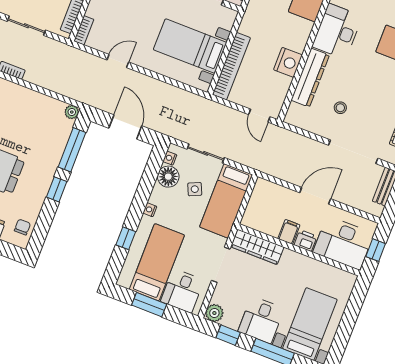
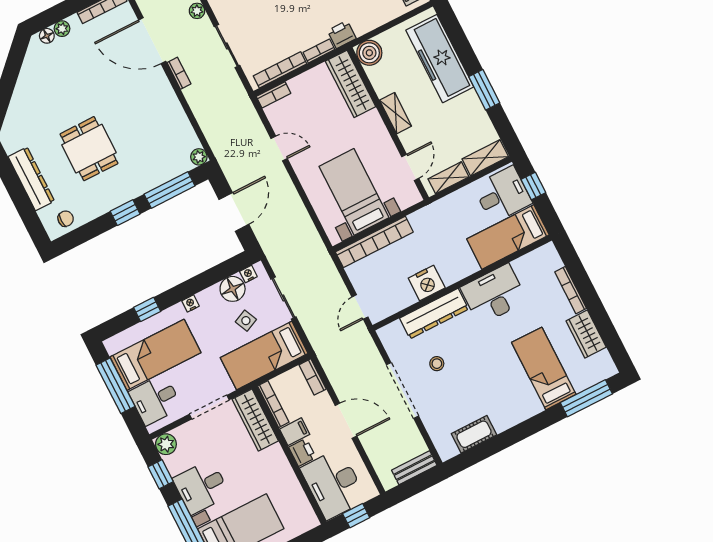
doorway: (353, 152) -> (402, 390), moved
bookcase: (269, 187) -> (313, 377), added
bookcase: (260, 226) -> (273, 404), added
window: (149, 305) -> (115, 386), width x1.44

